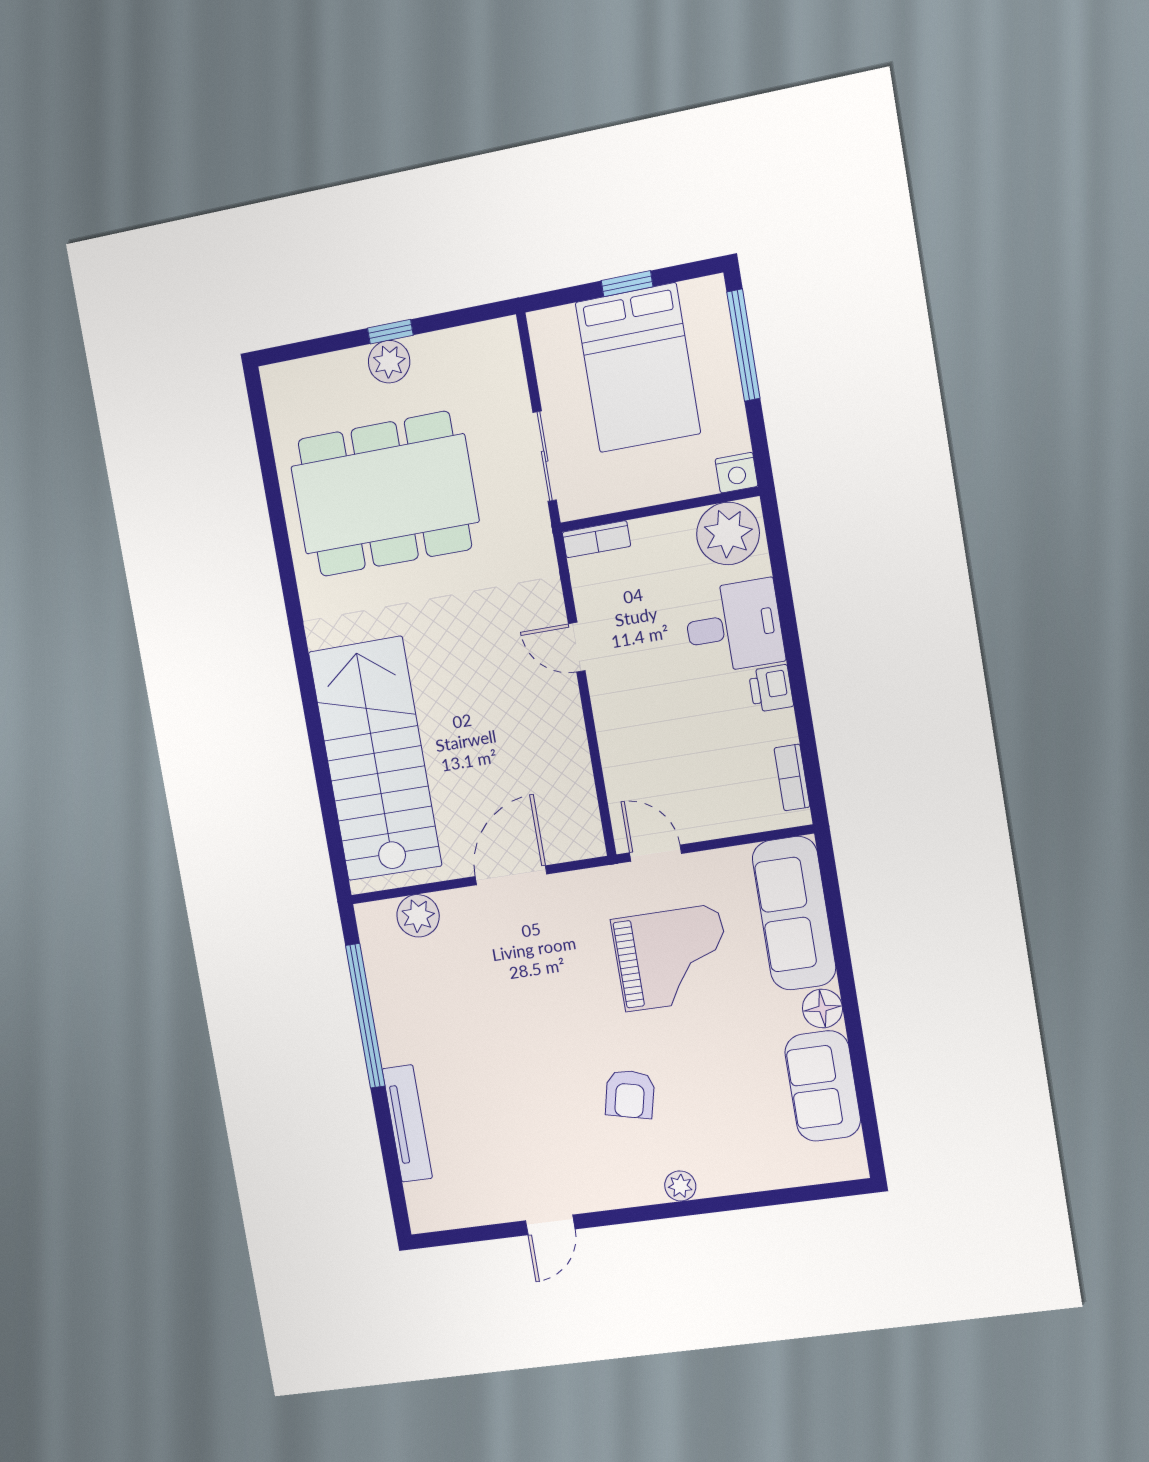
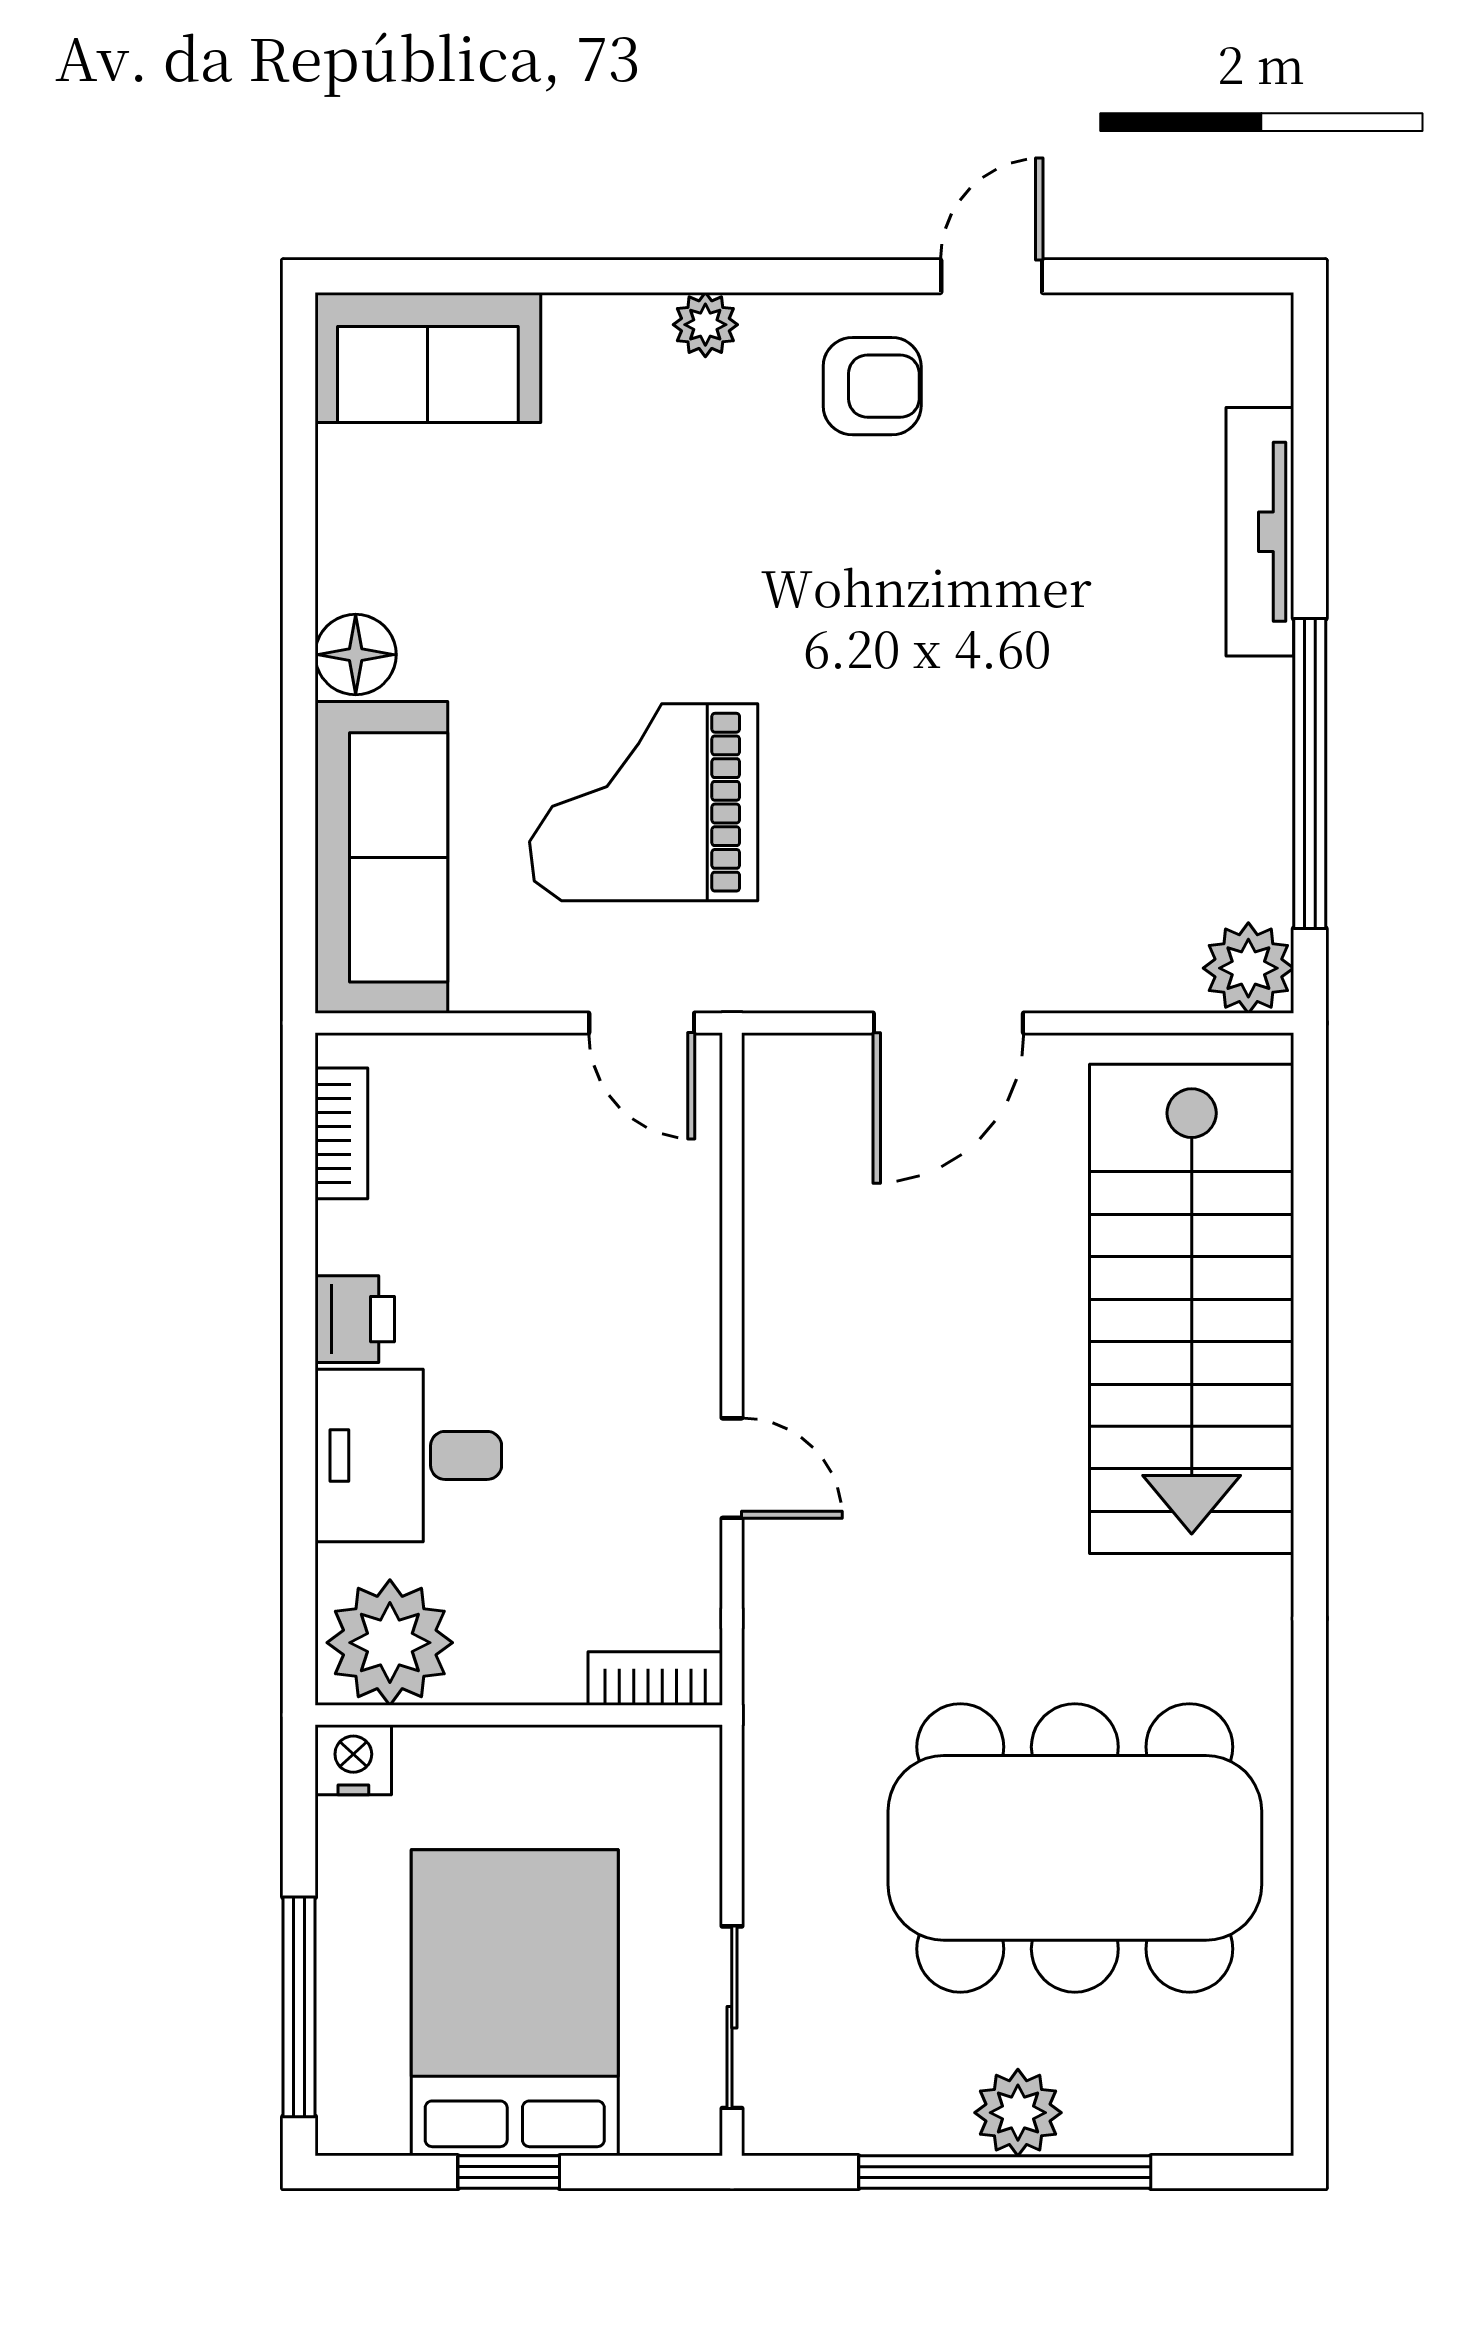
window: (390, 332) -> (1005, 2172), width x3.17
sliding door: (545, 456) -> (732, 2017), moved
plant: (418, 916) -> (1248, 968), moved
sofa: (823, 1086) -> (428, 358), moved, turned 90
armchair: (630, 1094) -> (872, 386), moved, turned 77

